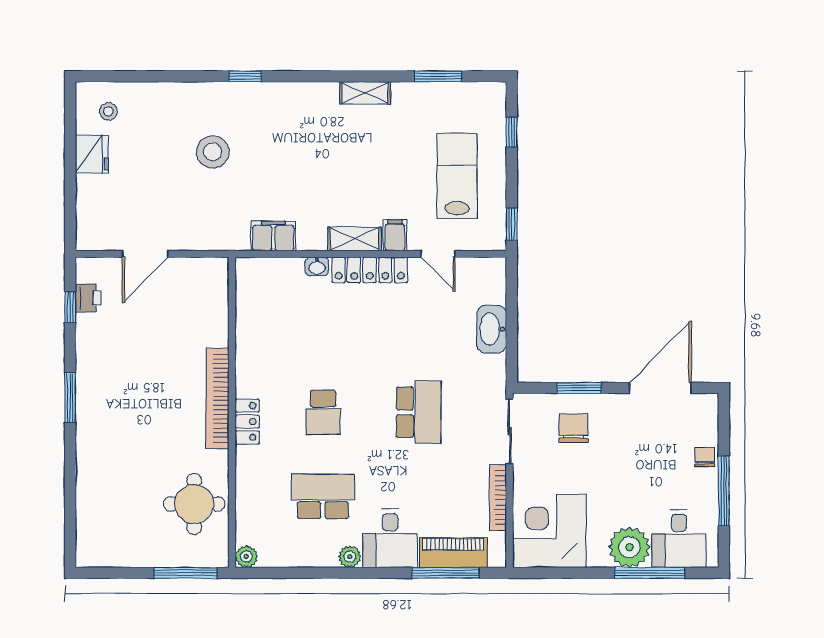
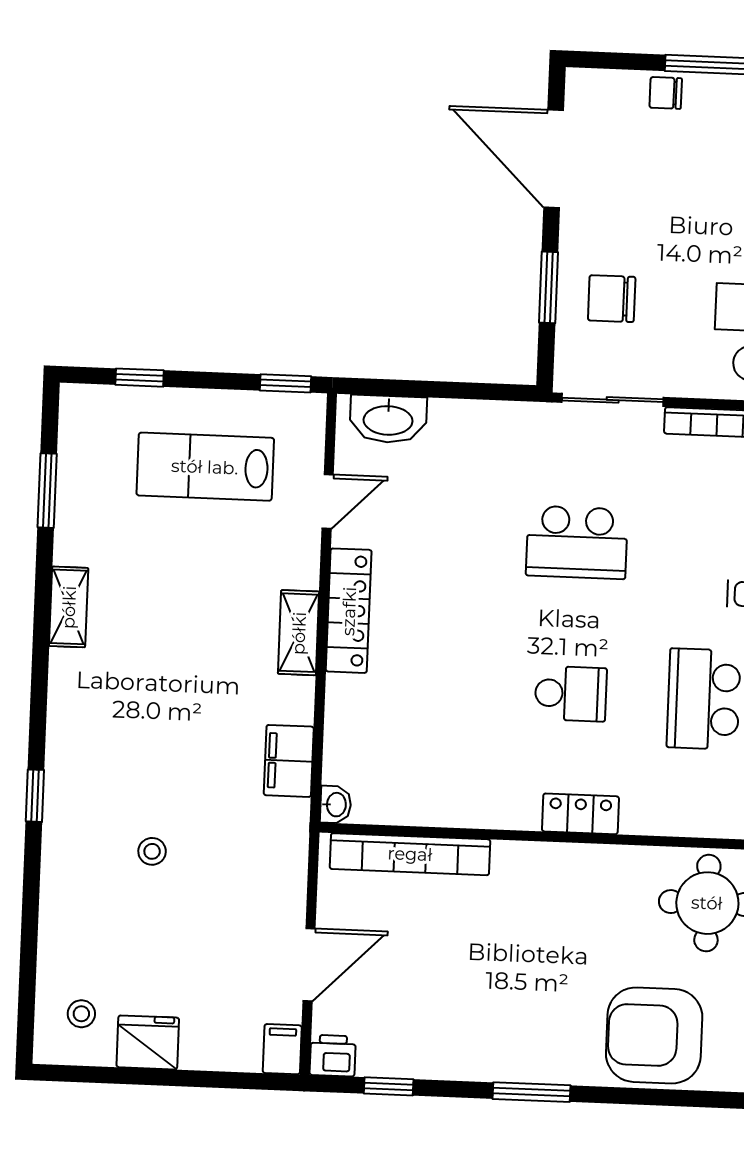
stool: (213, 152) -> (152, 851), width x0.53, depth x0.53
filing cabinet: (395, 235) -> (282, 1049), moved, turned 90
door: (145, 254) -> (309, 965), hinge flipped
washbasin: (317, 267) -> (336, 805), moved
printer: (88, 298) -> (333, 1056), moved
washbasin: (492, 329) -> (388, 419), moved
bookcase: (217, 398) -> (410, 854), moved
school desk: (419, 412) -> (577, 542), turned 180
armchair: (109, 474) -> (654, 1035), added

